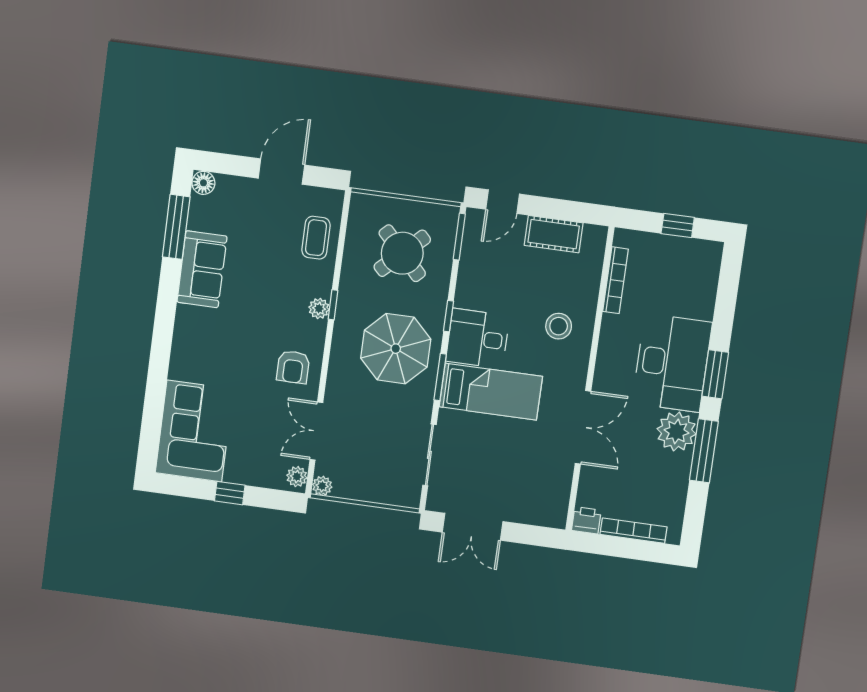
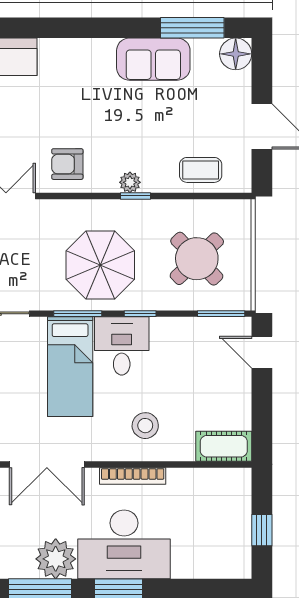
floor lamp: (203, 183) -> (236, 54), width x1.38, depth x1.38
cot: (554, 234) -> (224, 446), moved, turned 90
bookcase: (615, 280) -> (133, 476), moved

